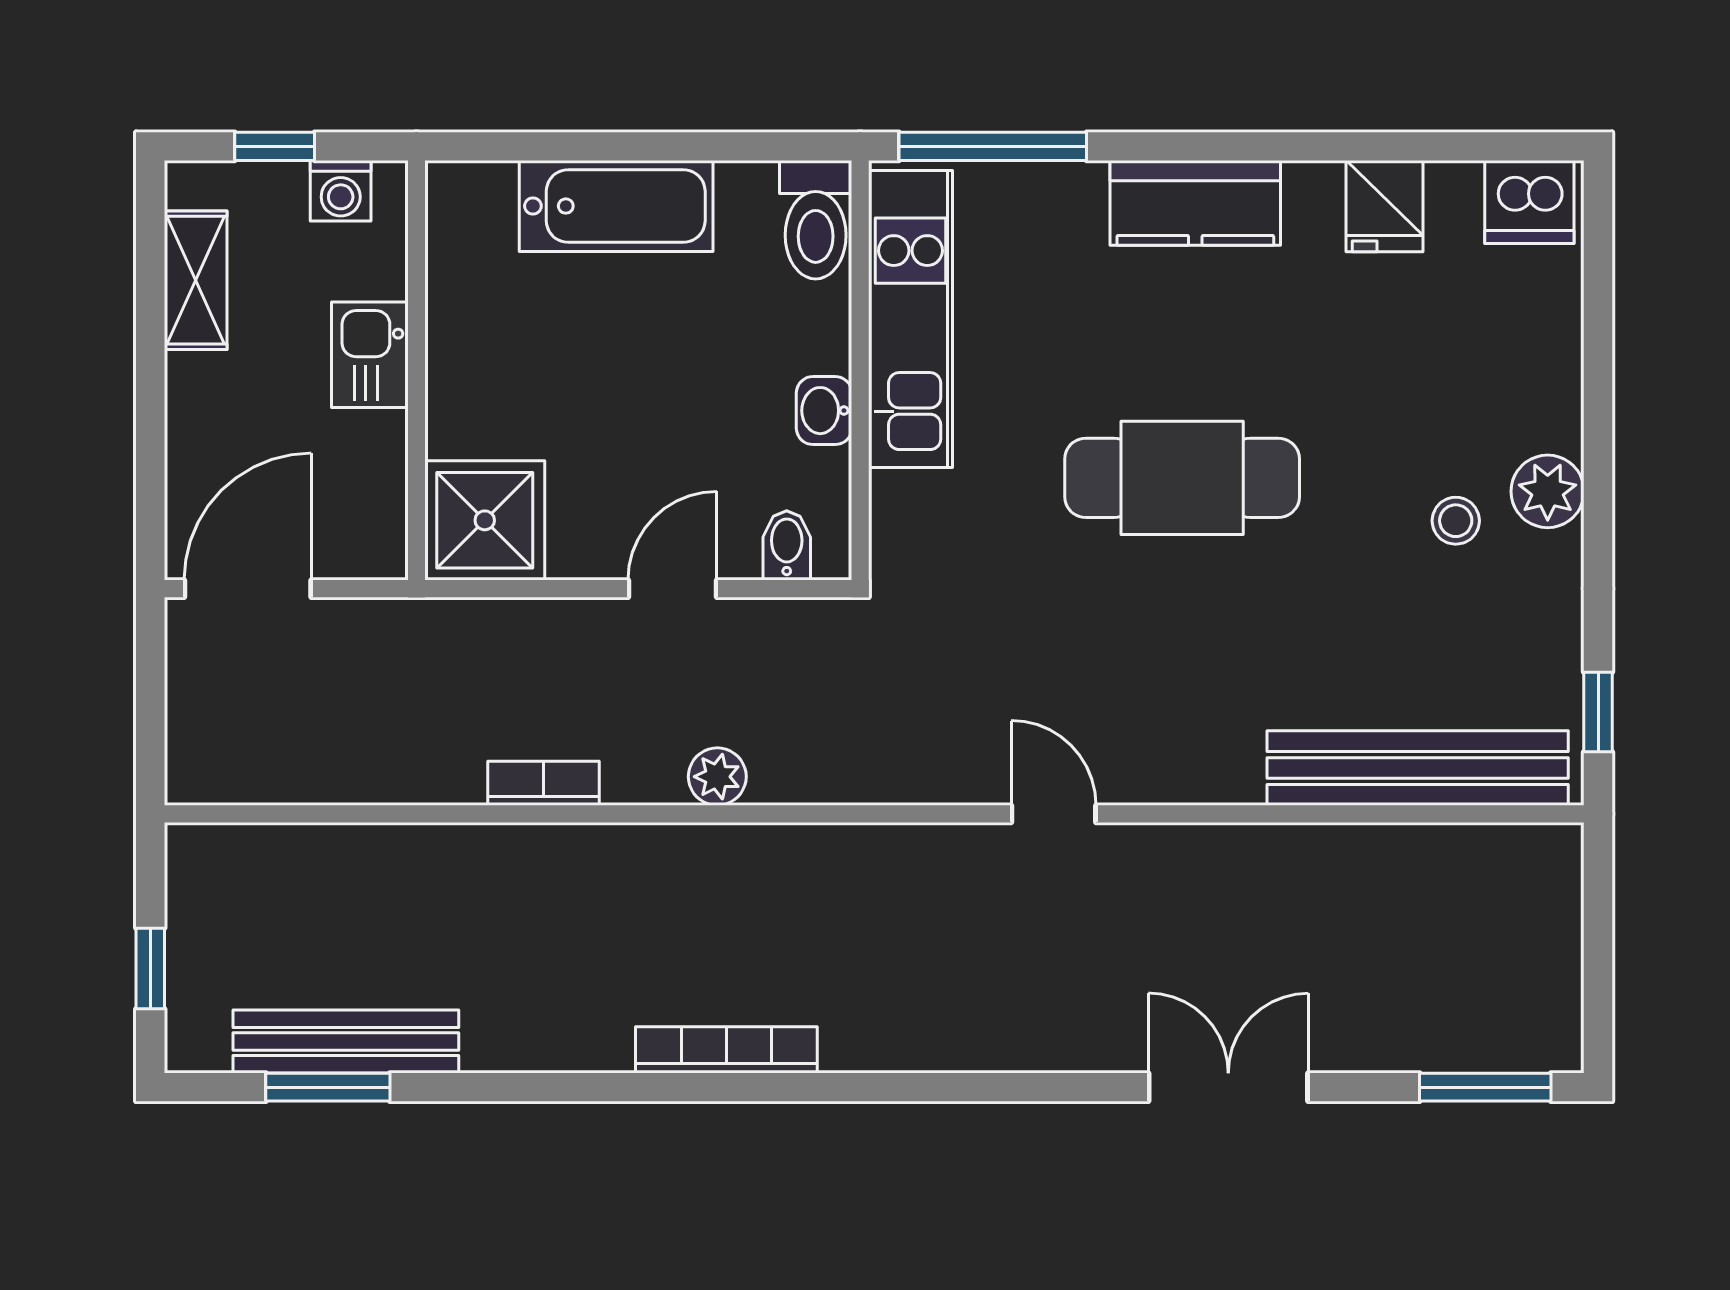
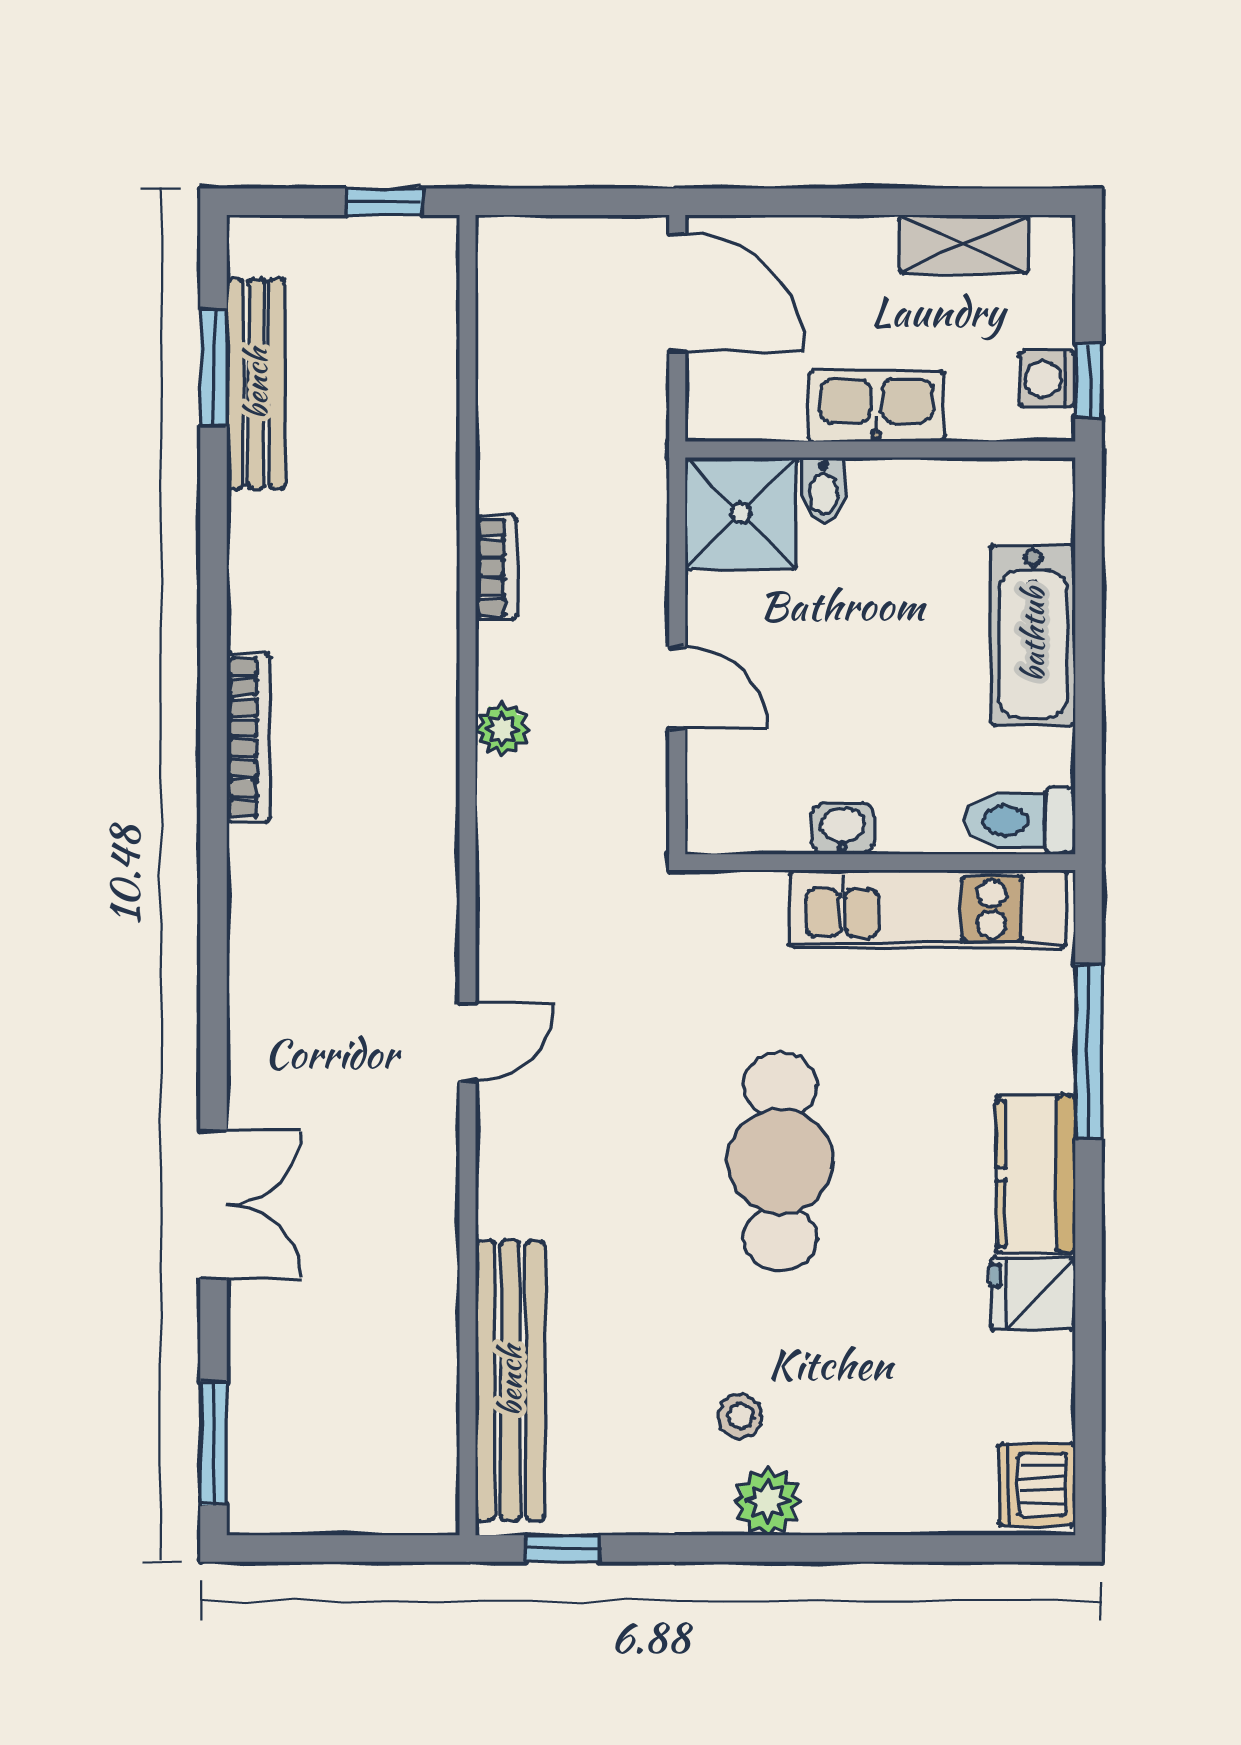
window: (275, 146) -> (1089, 380), moved
window: (993, 146) -> (1089, 1052), moved
fridge: (1385, 206) -> (1033, 1294), moved
kitchen sink: (370, 355) -> (876, 406), width x1.38
bidet: (787, 545) -> (824, 490), moved, turned 90
window: (150, 968) -> (384, 202), moved

